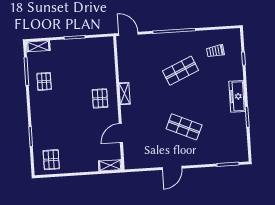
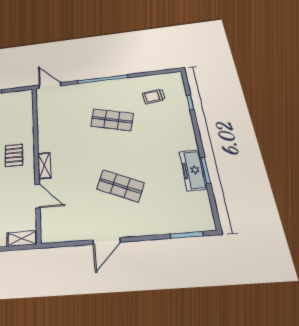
shop shelf: (180, 71) -> (112, 120), turned 39
shelving: (125, 94) -> (44, 166), moved
freezer: (237, 96) -> (193, 170), moved
door: (121, 133) -> (38, 196), swing flipped

